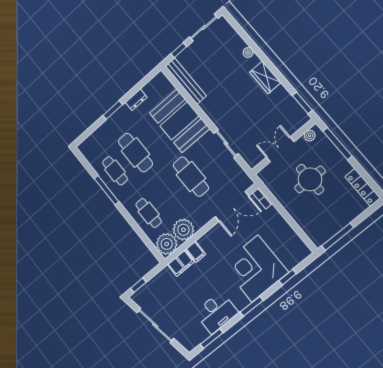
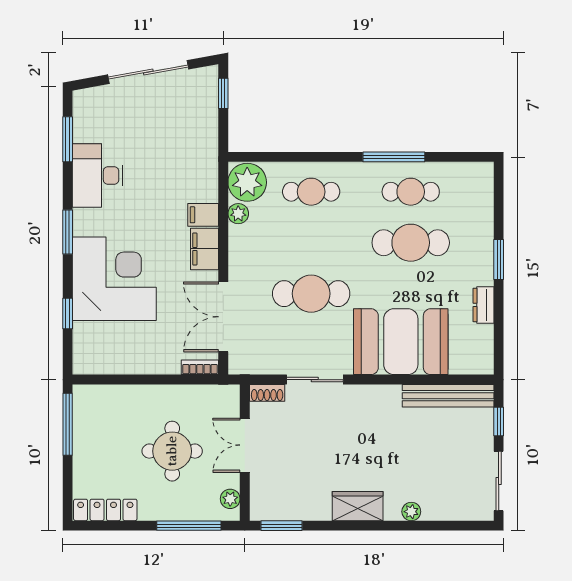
double door: (280, 149) -> (245, 445), swing flipped
shoe rack: (249, 159) -> (267, 393), added
plant: (183, 230) -> (238, 214), width x0.53, depth x0.53
filing cabinet: (181, 263) -> (205, 249), moved

